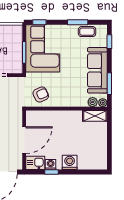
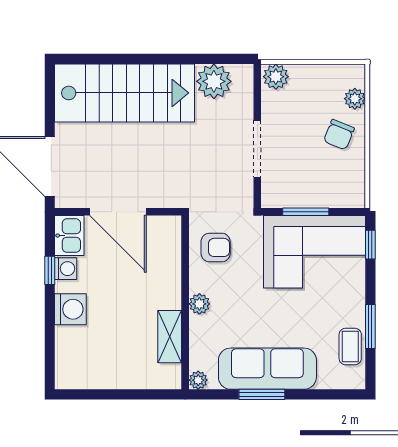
window: (109, 42) -> (329, 394), removed
window: (109, 84) -> (262, 394), moved
armchair: (41, 95) -> (216, 247), turned -66
plant: (93, 102) -> (199, 304), moved
shelving: (95, 116) -> (170, 337), moved

